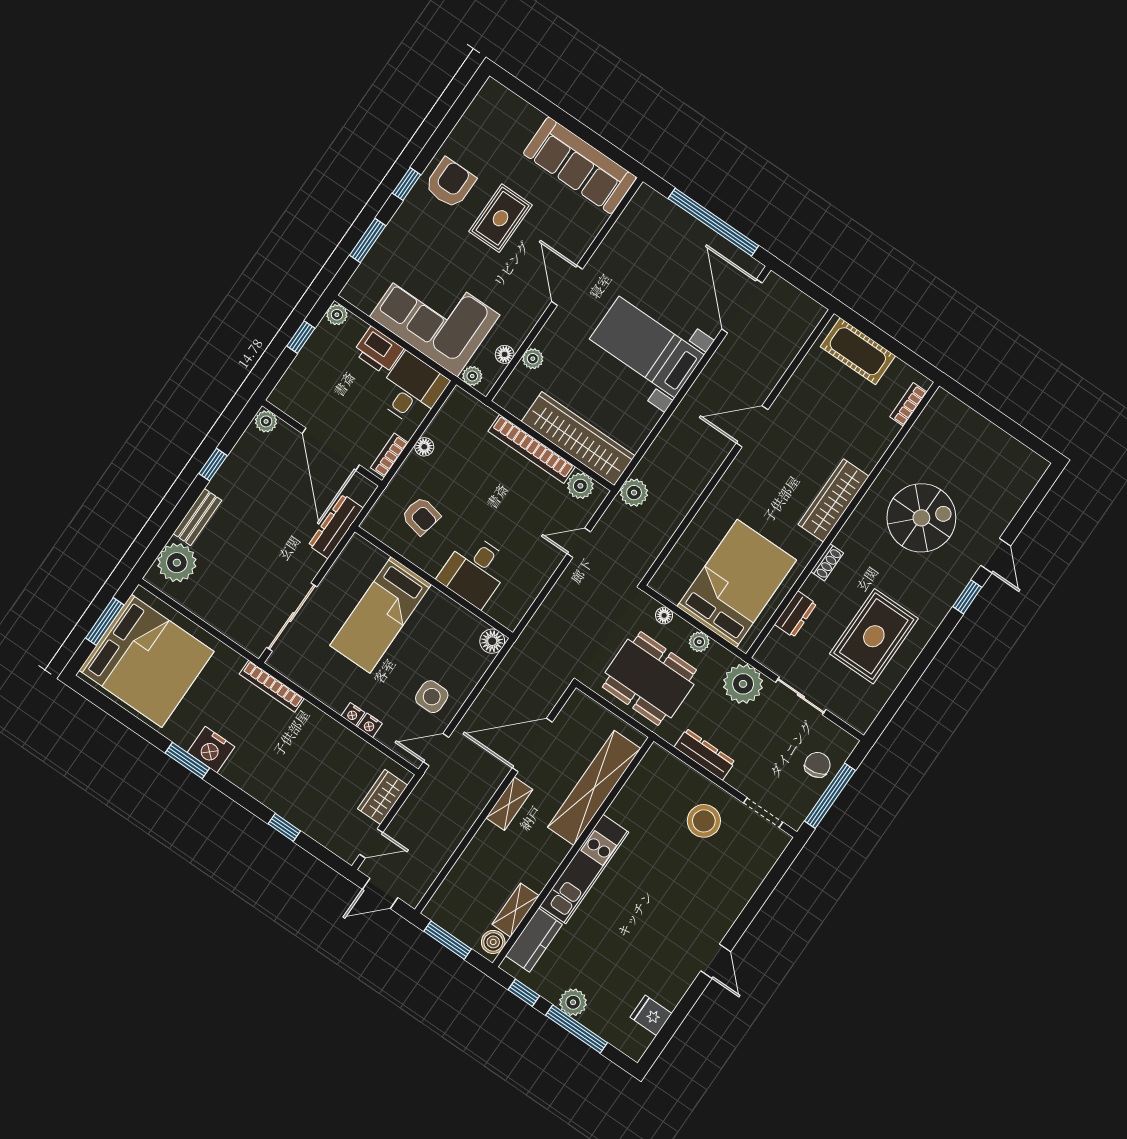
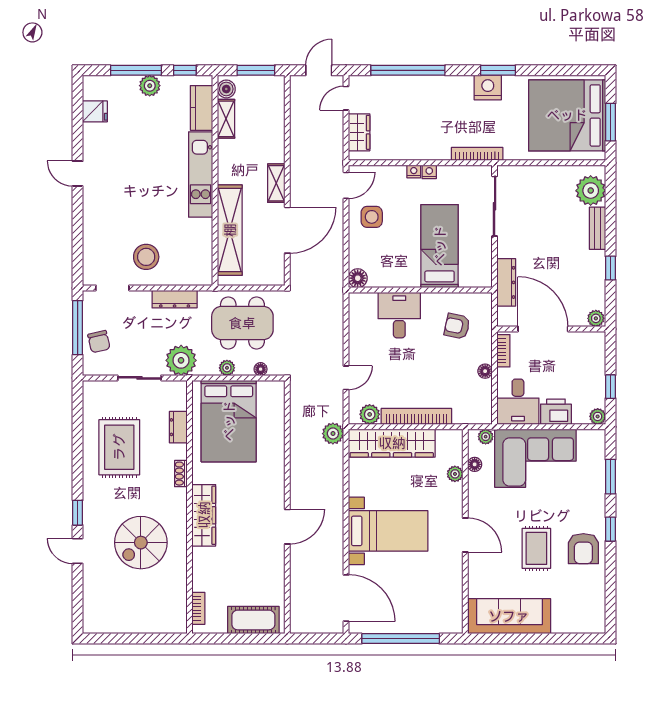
nightstand: (370, 725) -> (429, 172), moved
window: (284, 827) -> (408, 70), width x3.17

